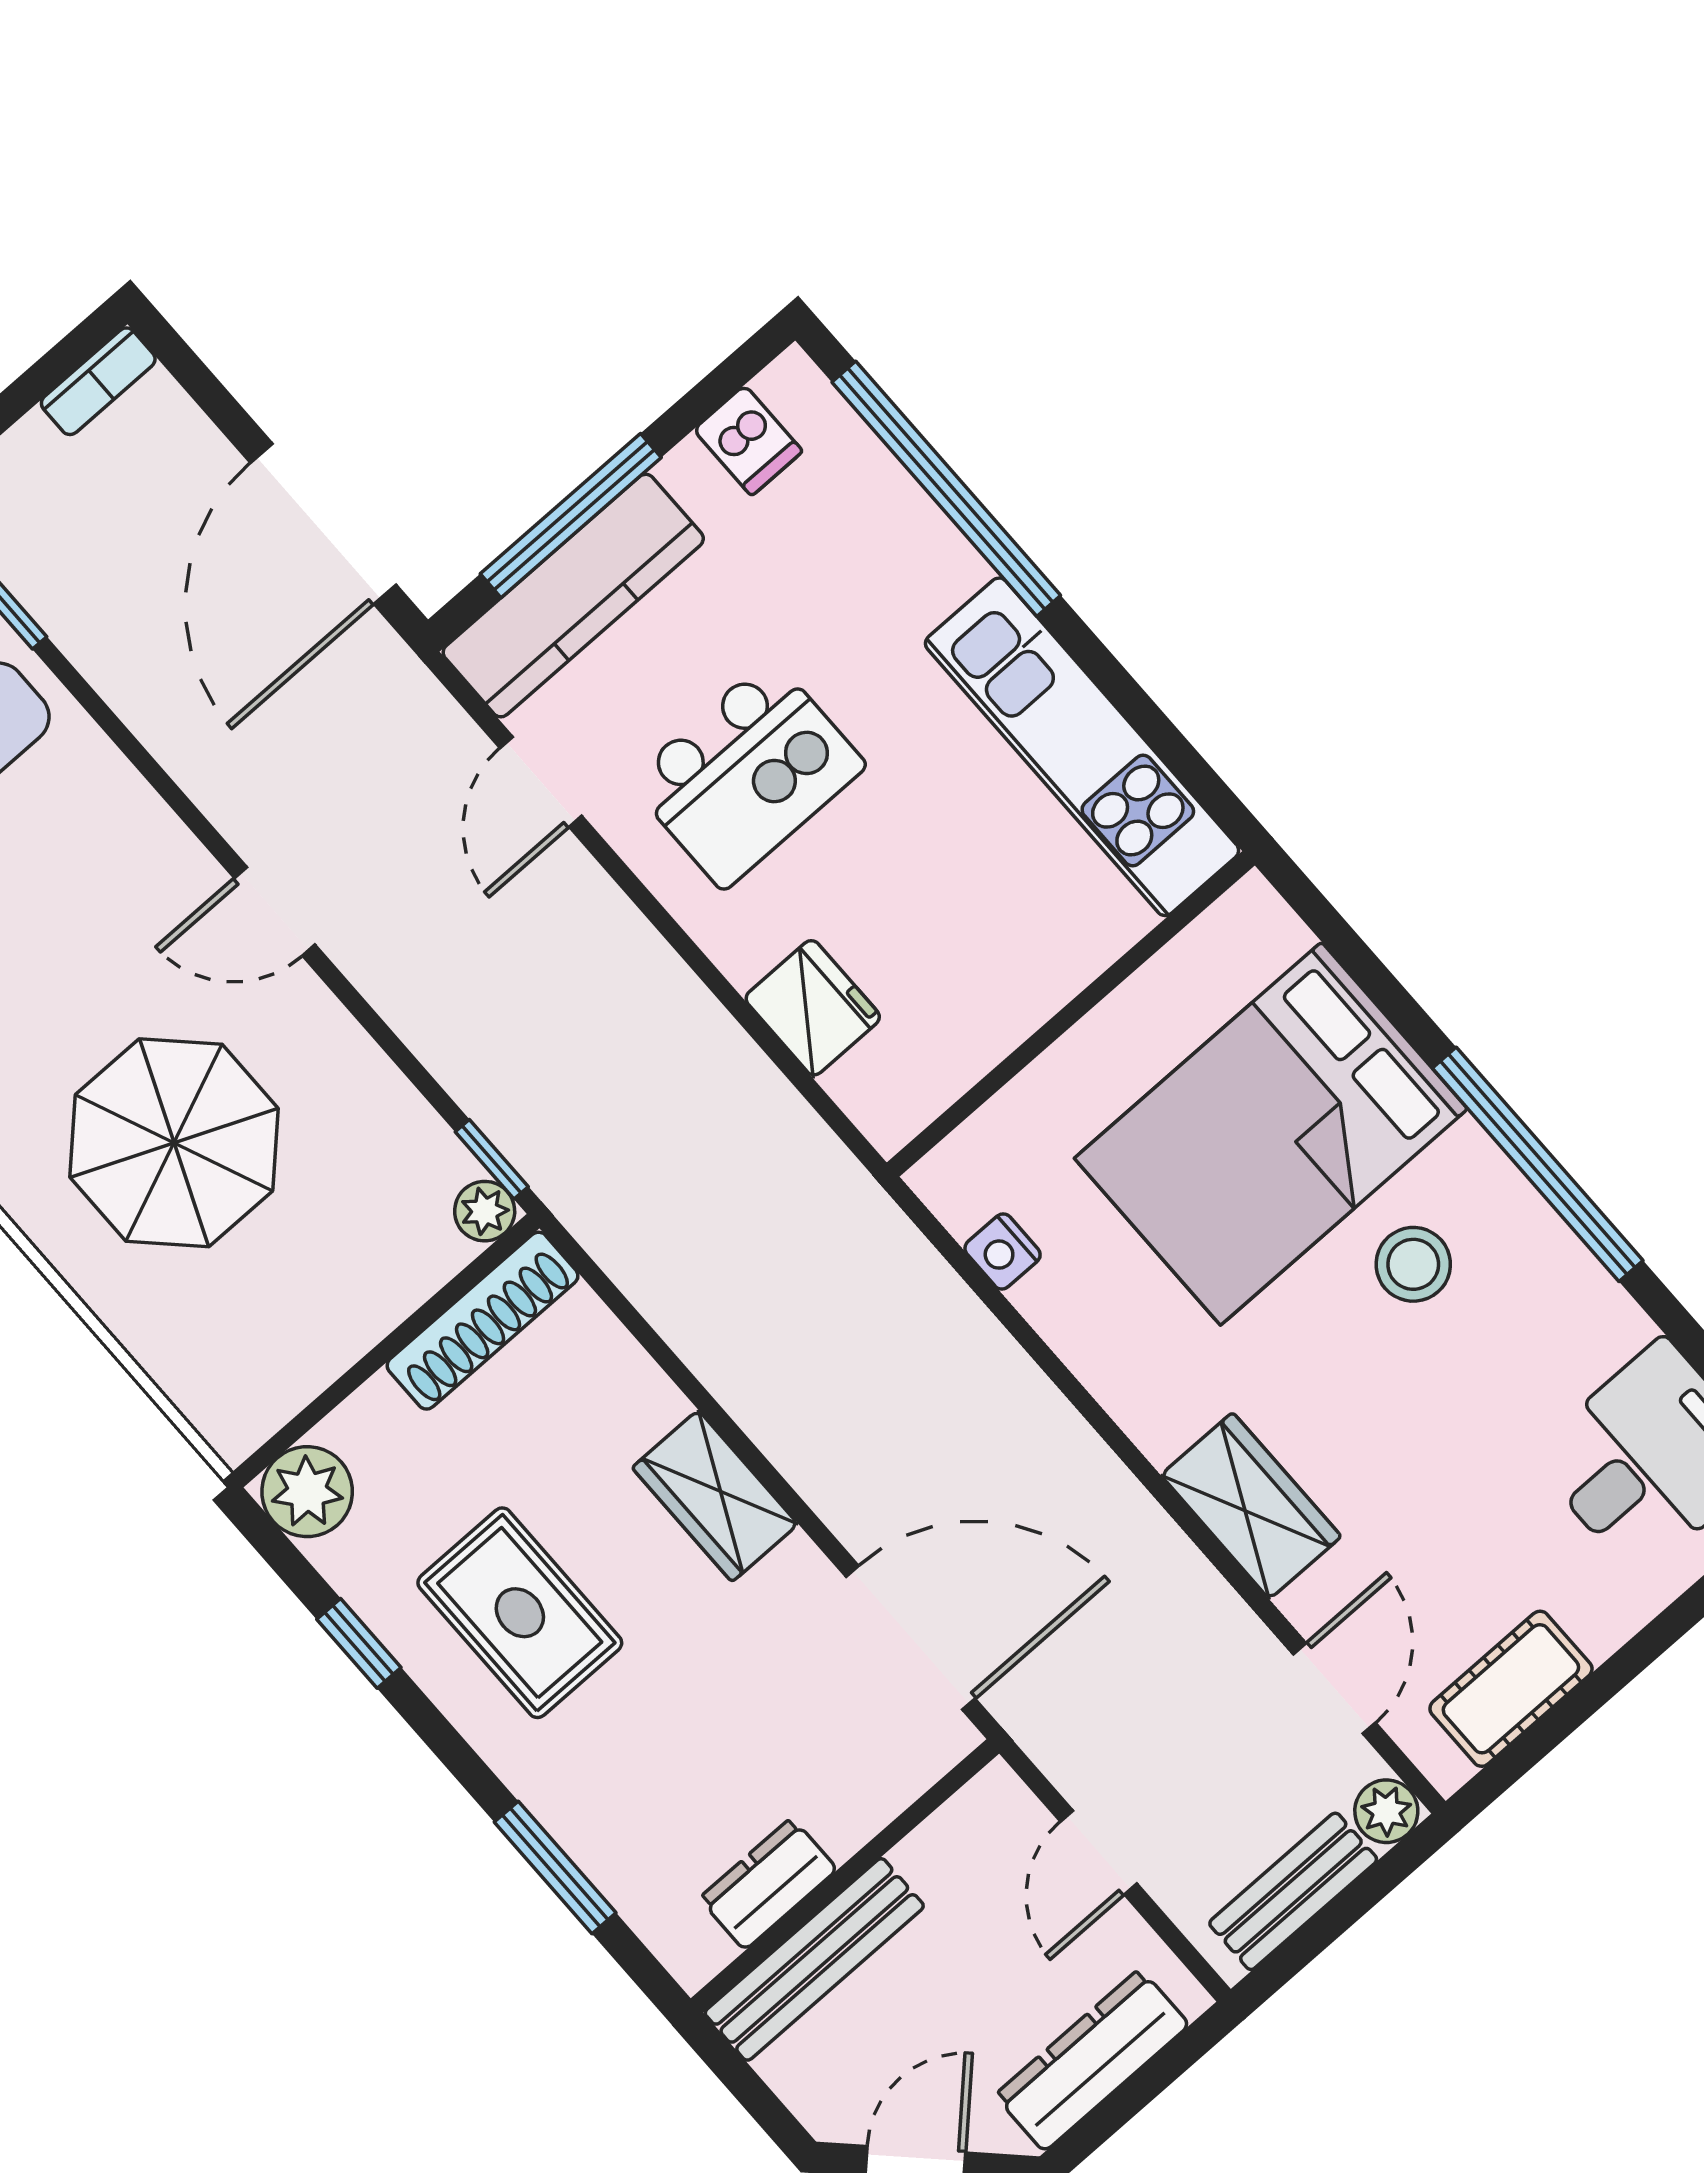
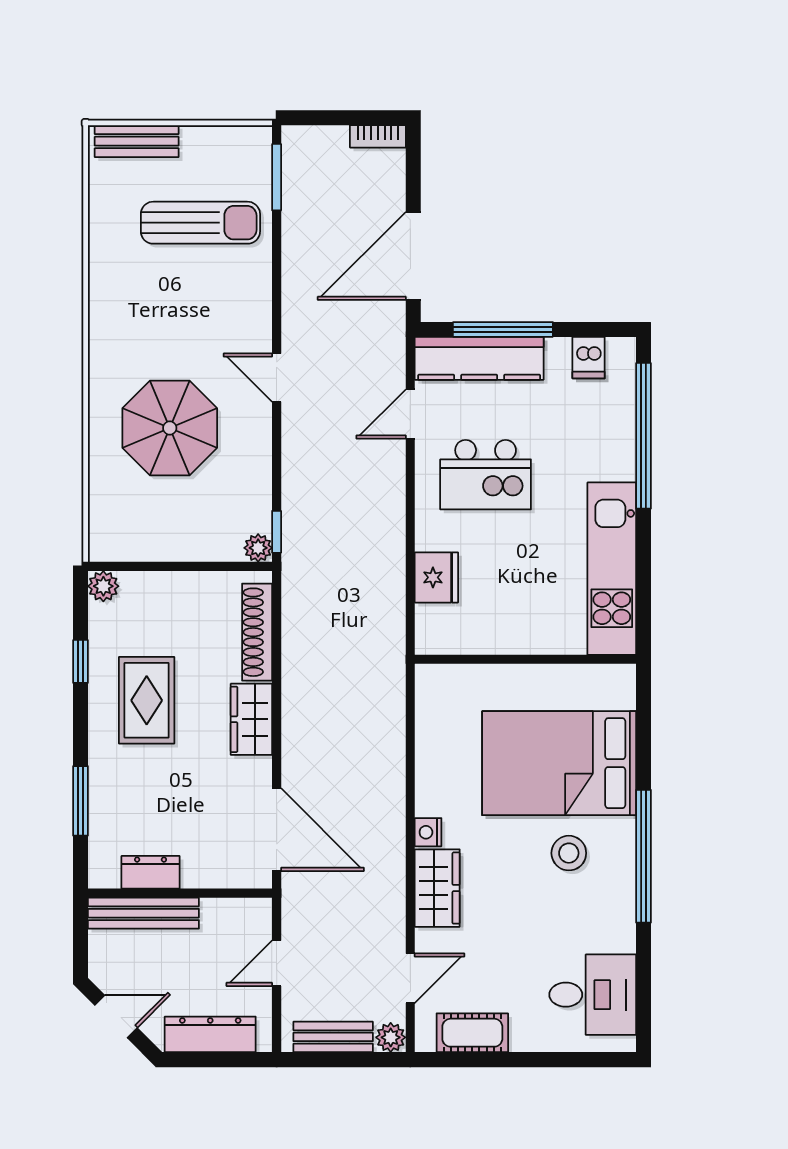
nightstand: (1003, 1252) -> (428, 832), moved
shoe rack: (483, 1321) -> (257, 632), moved, turned 90
plant: (307, 1492) -> (103, 586), width x0.73, depth x0.73

